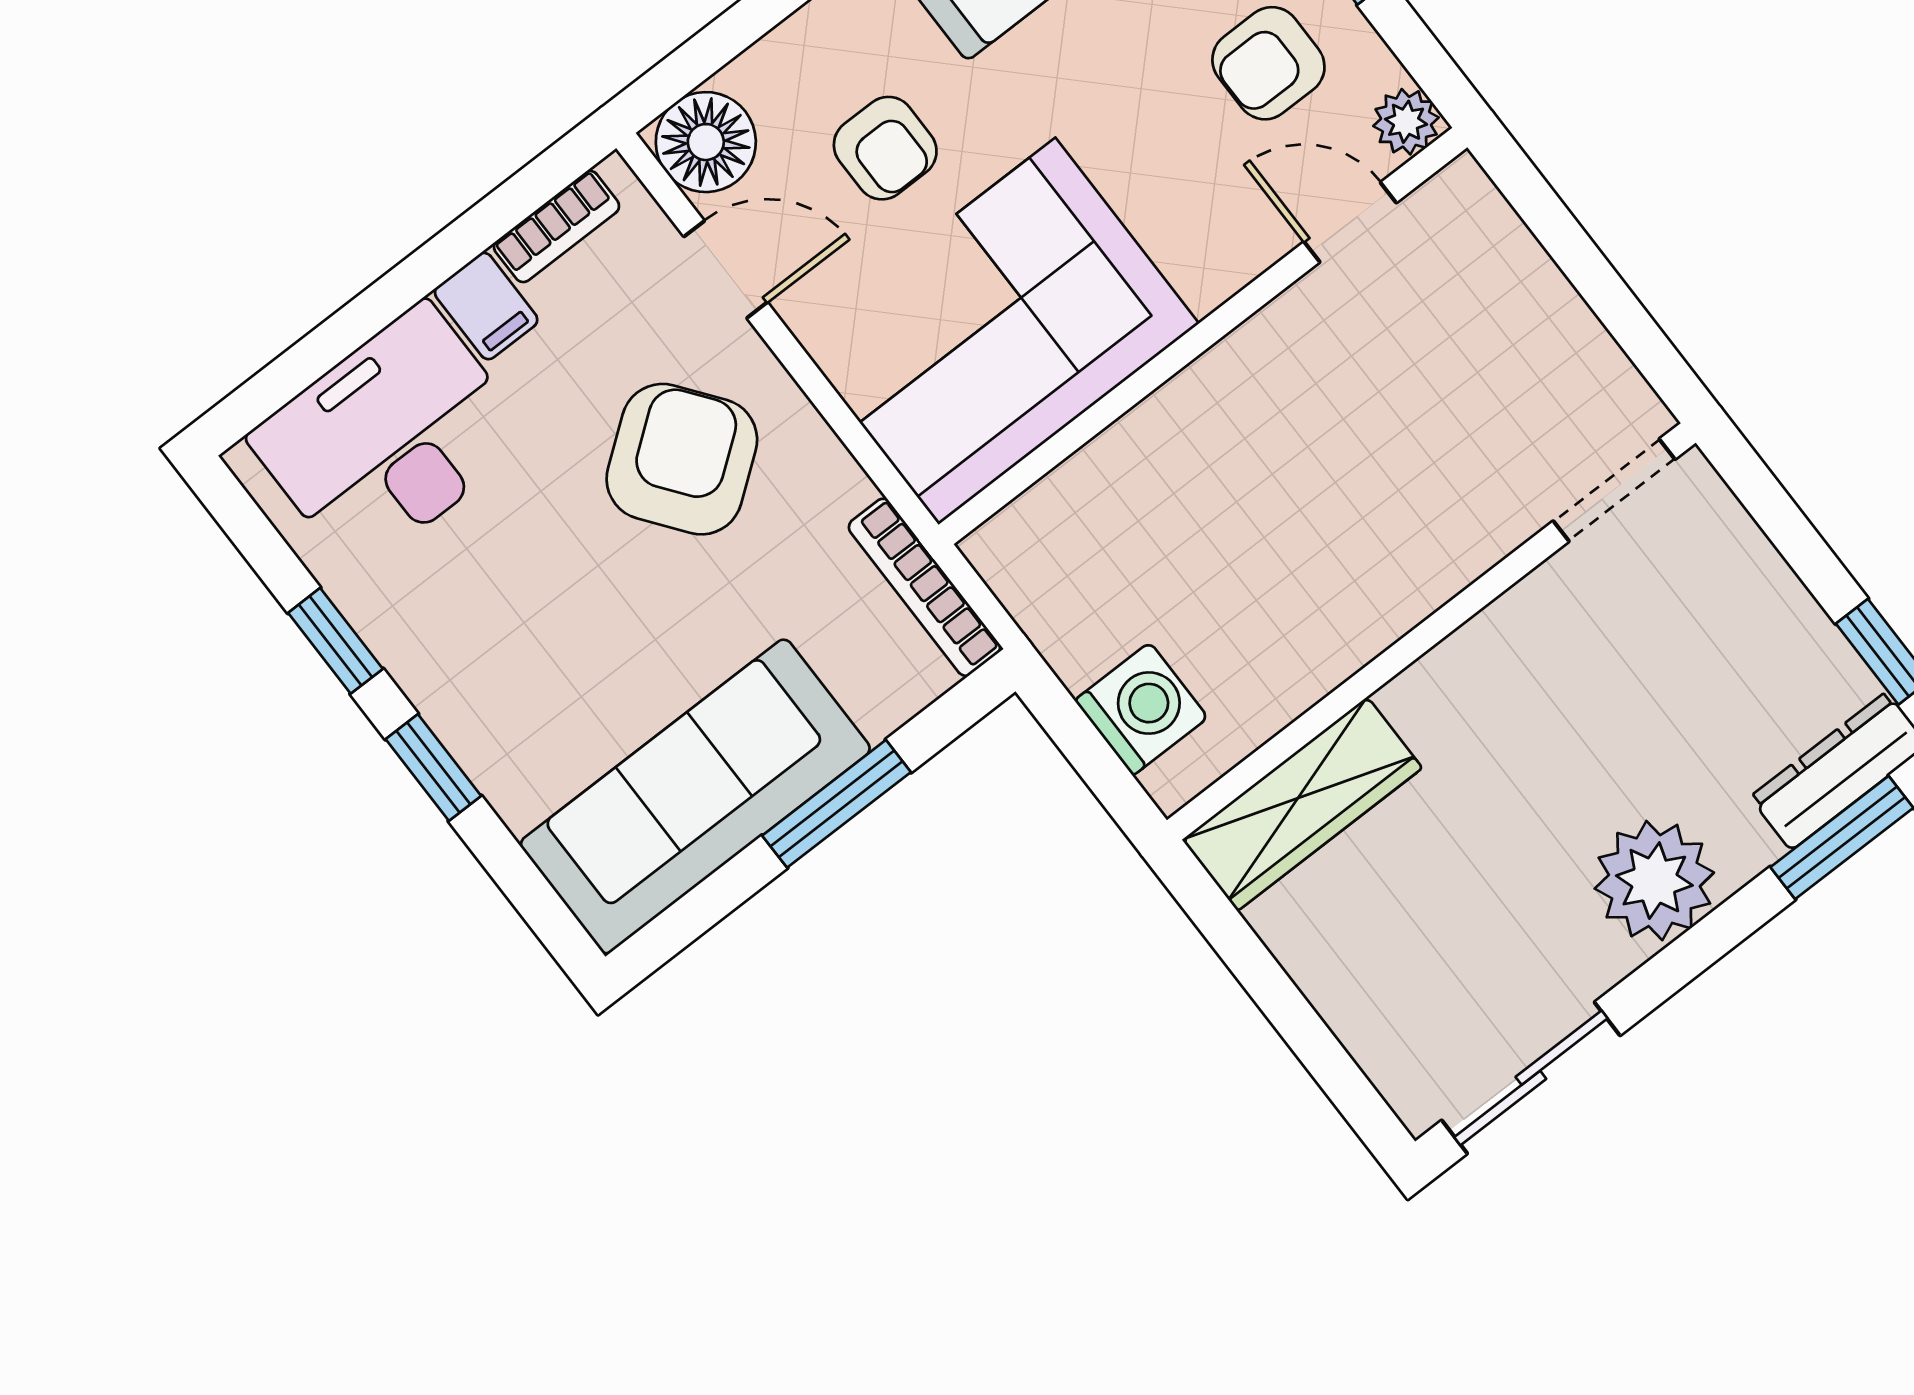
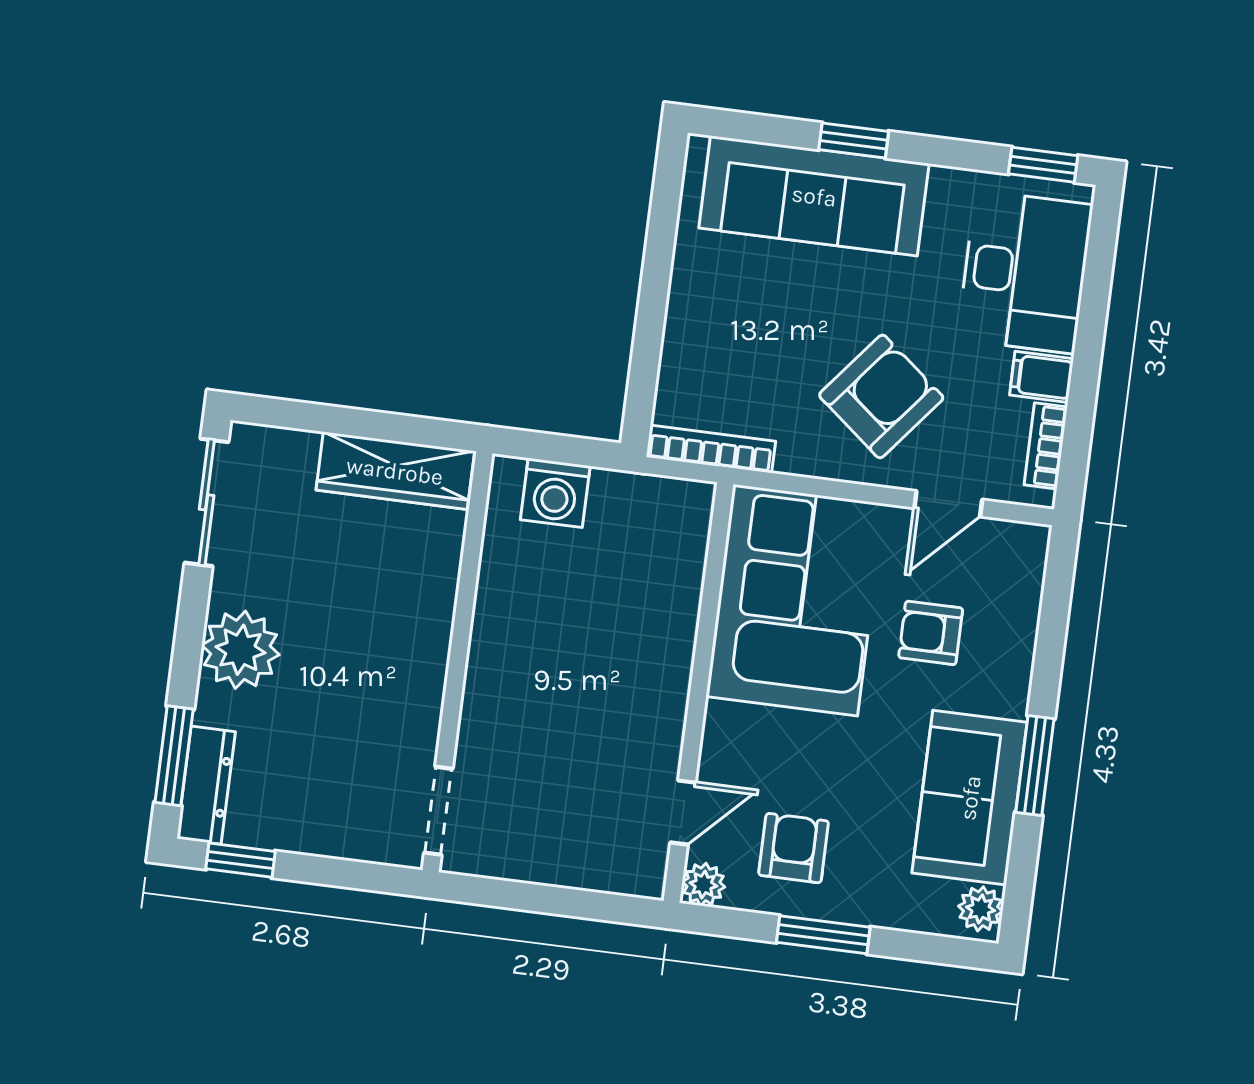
floor lamp: (706, 142) -> (1016, 553), removed
armchair: (682, 459) -> (881, 396), turned -104
window: (335, 641) -> (1043, 165), moved
sofa: (695, 796) -> (814, 196), moved, turned 90
window: (836, 804) -> (652, 309), removed
wardrobe: (1302, 804) -> (395, 471), moved, turned -90

